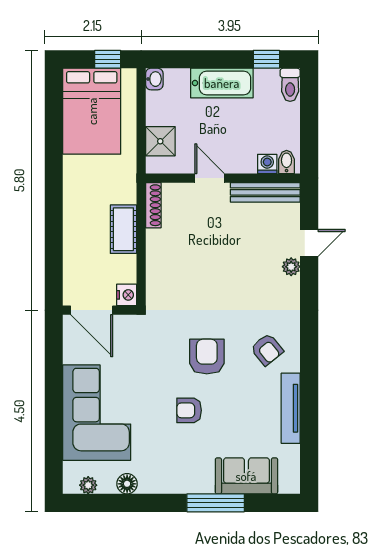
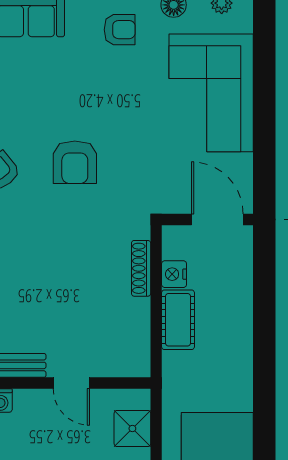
shoe rack: (153, 205) -> (141, 268), moved
nightstand: (127, 295) -> (174, 274), moved
armchair: (189, 410) -> (120, 30), moved

